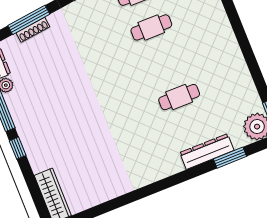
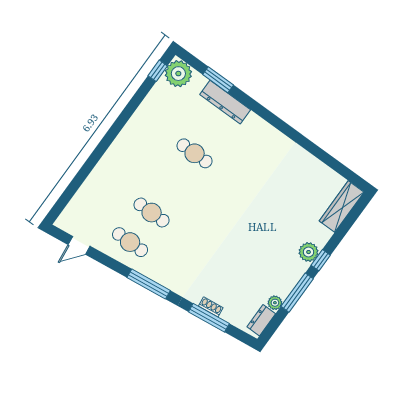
shoe rack: (33, 30) -> (211, 307), width x0.70
plant: (31, 142) -> (309, 252), added

